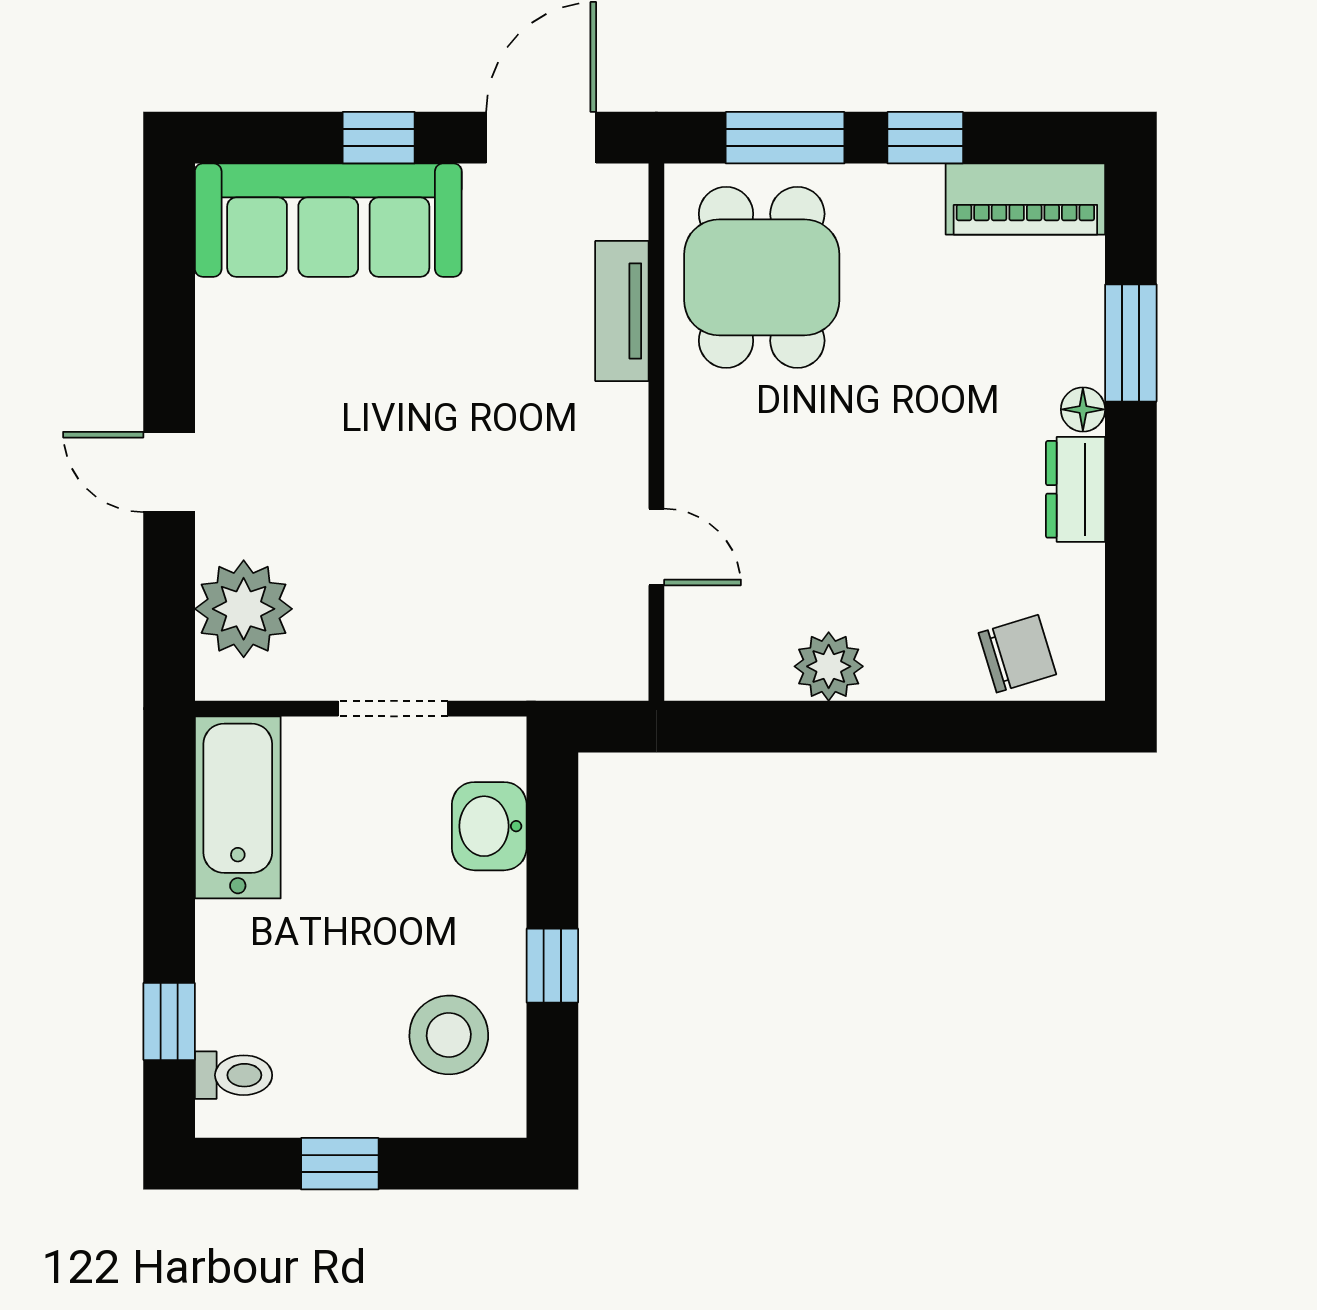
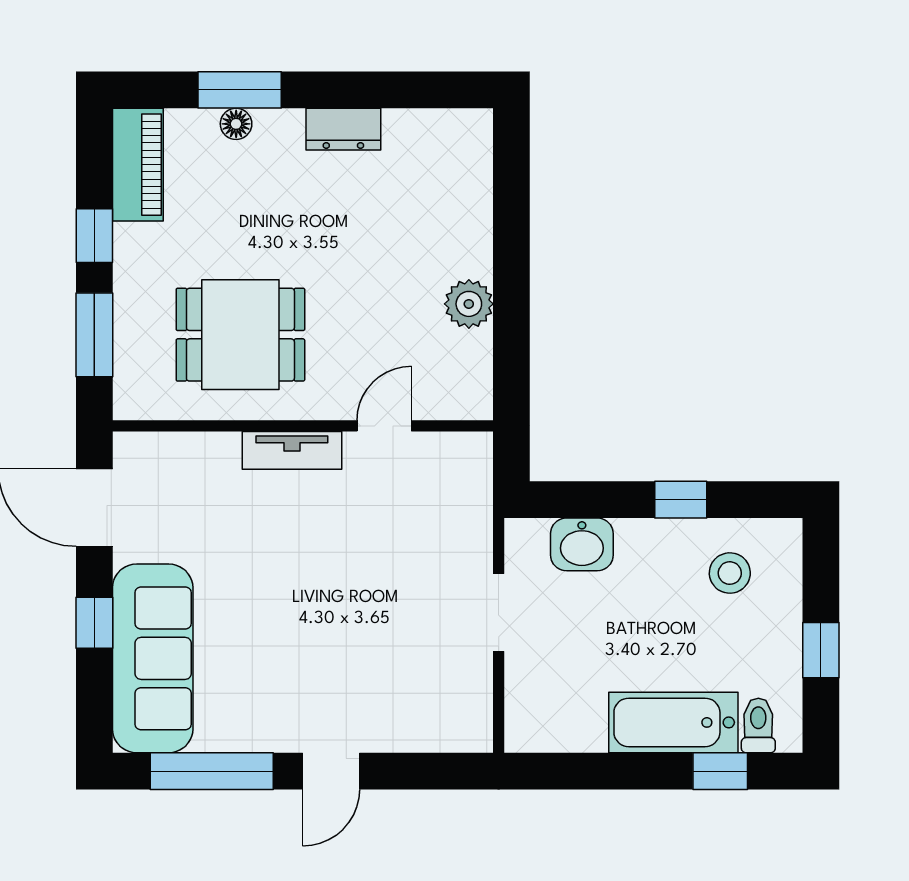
dining table: (762, 277) -> (240, 335), moved
window: (169, 304) -> (212, 771), added
tv unit: (622, 311) -> (292, 450), moved
floor lamp: (1083, 409) -> (236, 124), moved
plant: (244, 609) -> (428, 718), removed
chair: (1017, 654) -> (460, 170), removed
bathtub: (238, 807) -> (673, 722), moved
stool: (449, 1035) -> (730, 573), width x0.73, depth x0.73

